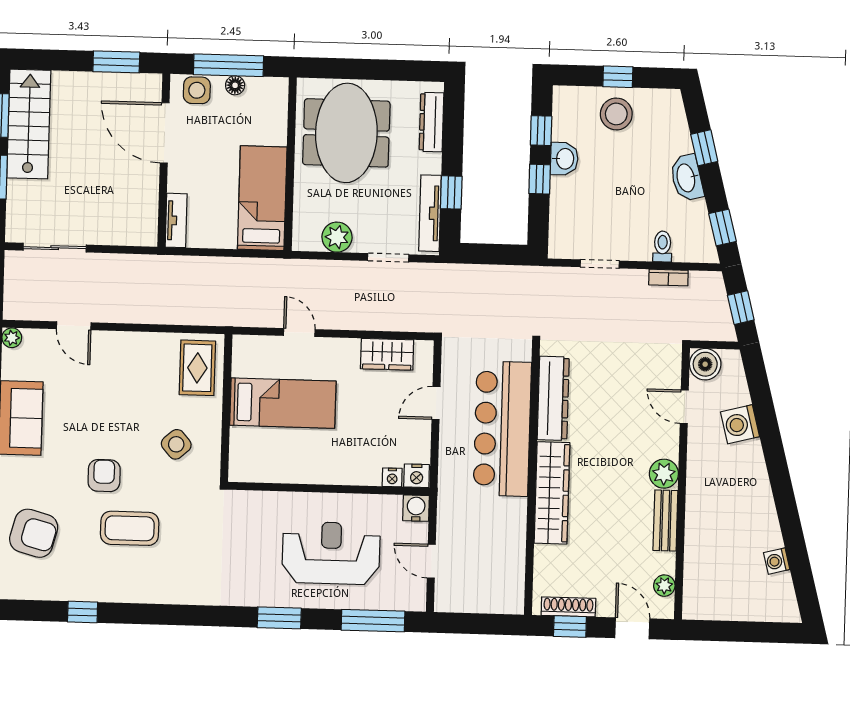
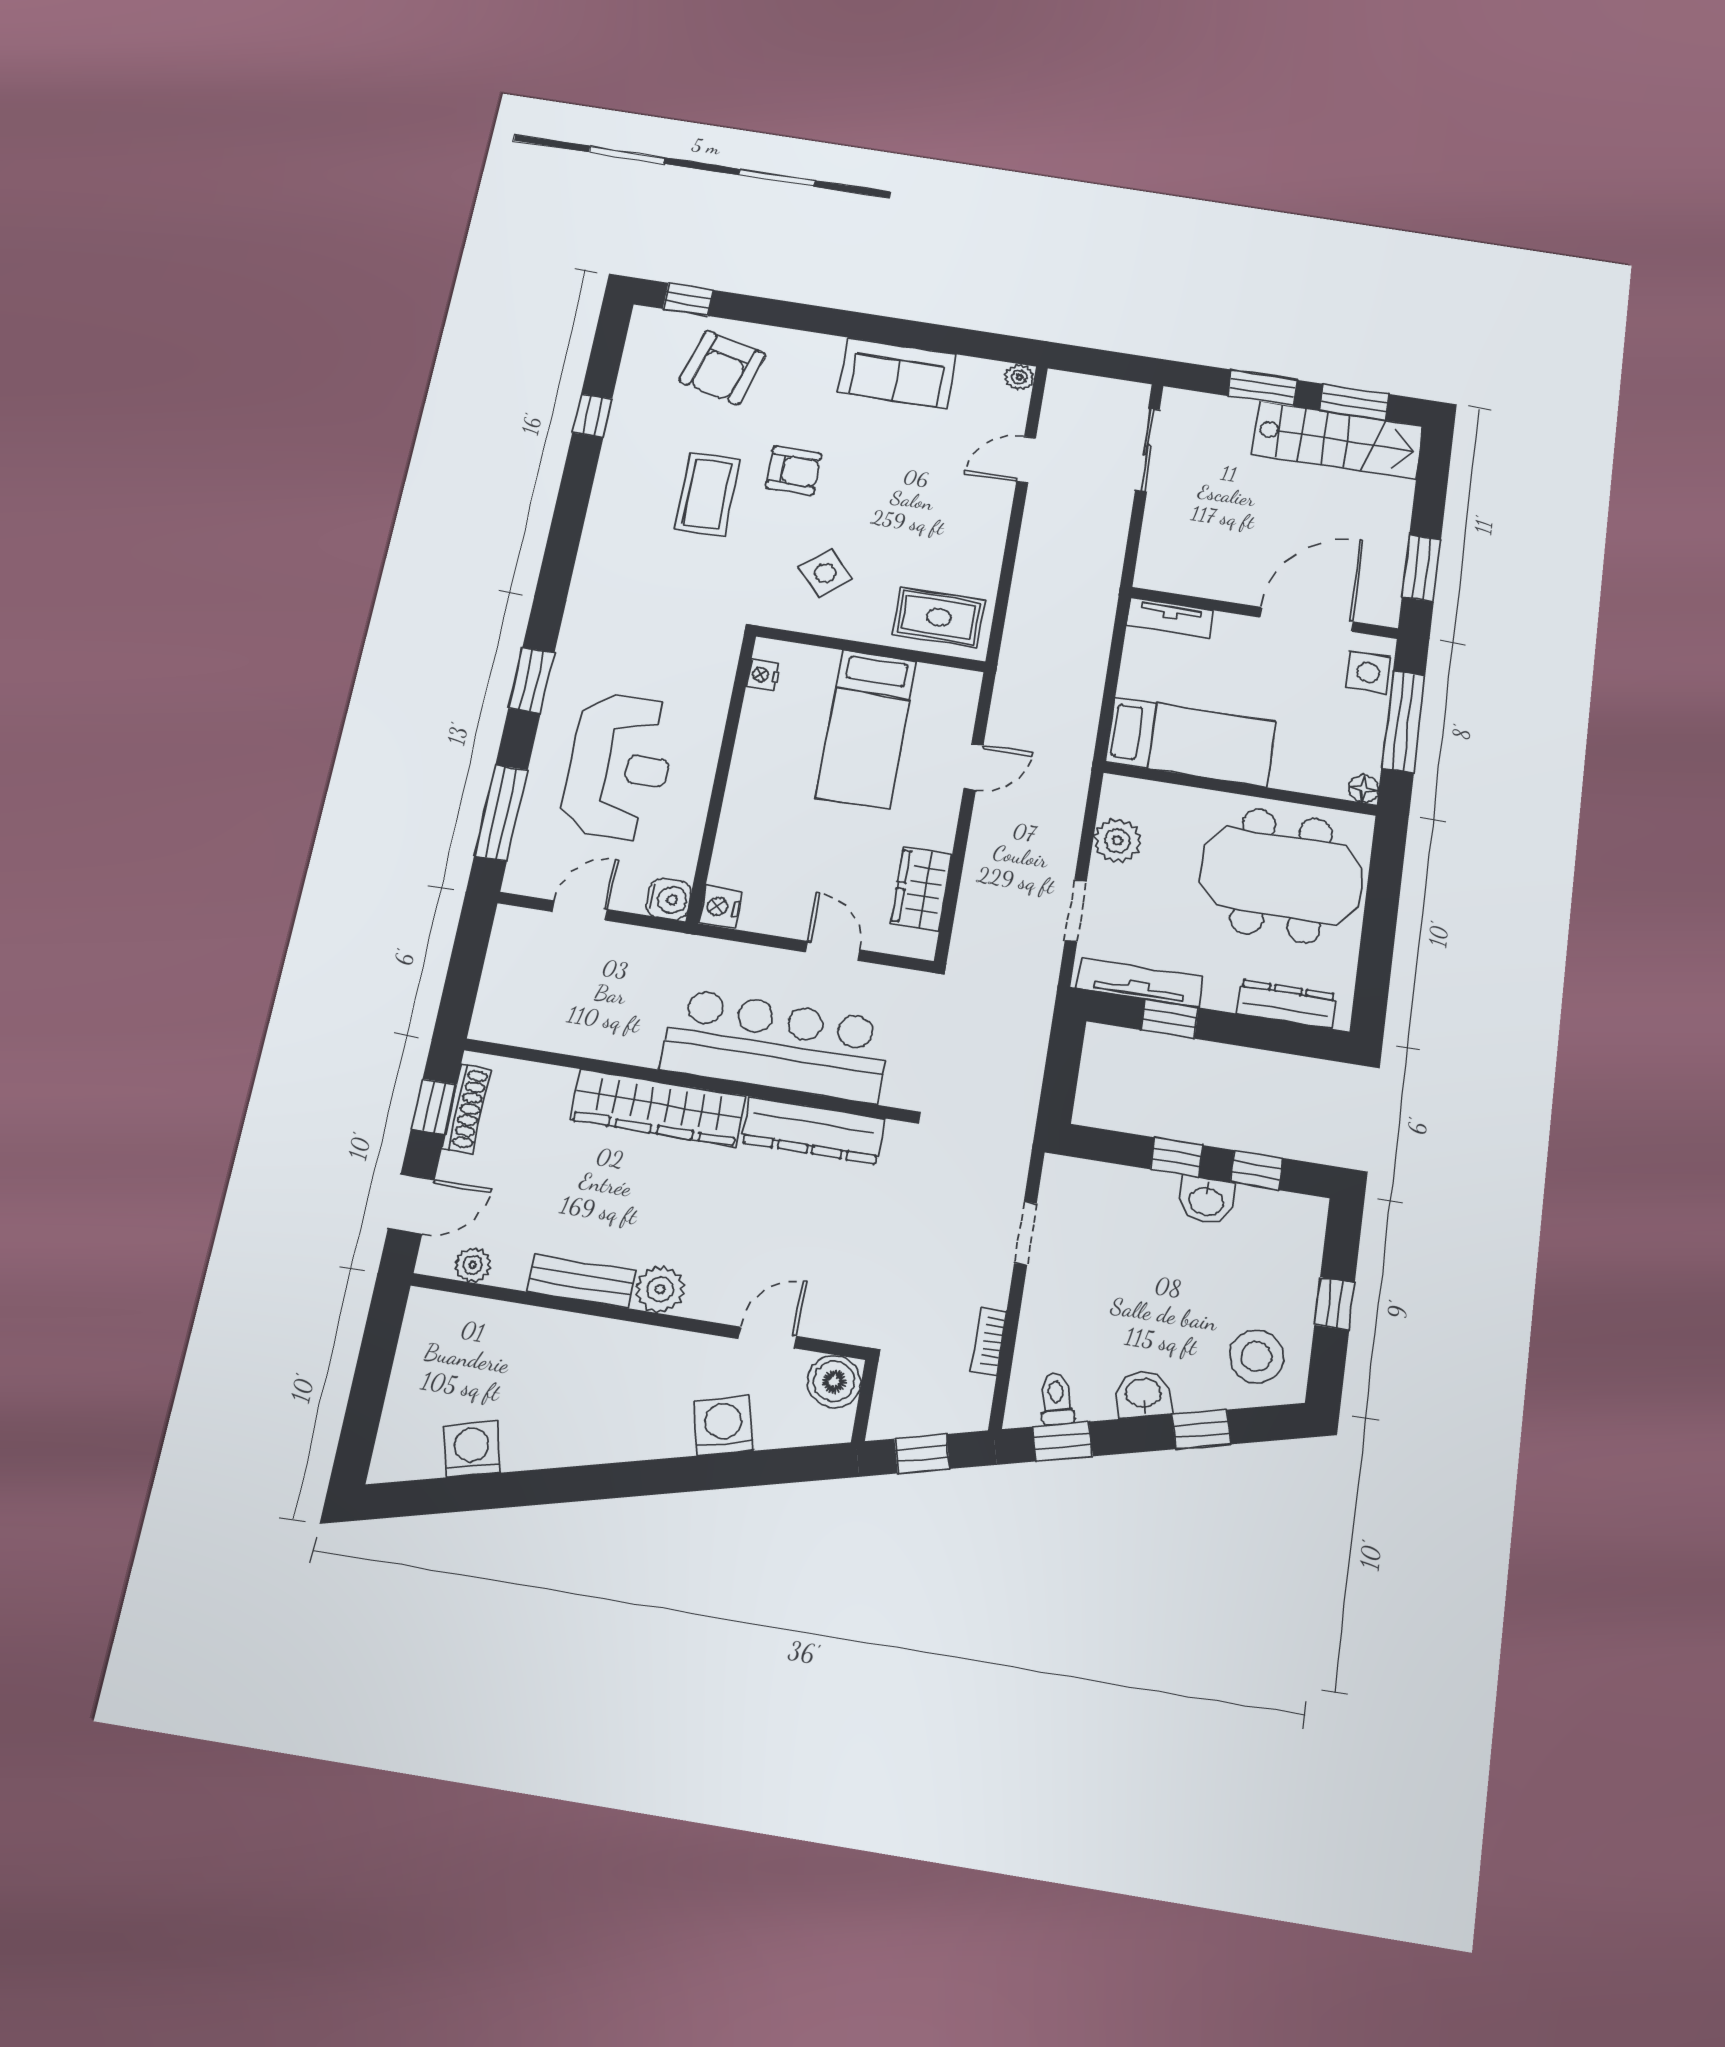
floor lamp: (235, 85) -> (1364, 789), moved
stool: (616, 114) -> (1257, 1356), moved
washbasin: (687, 178) -> (1143, 1394), width x0.72
toilet: (662, 246) -> (1056, 1399), moved, turned -105
nightstand: (392, 477) -> (763, 675), moved
washing machine: (777, 561) -> (472, 1449), width x1.38, depth x1.38

